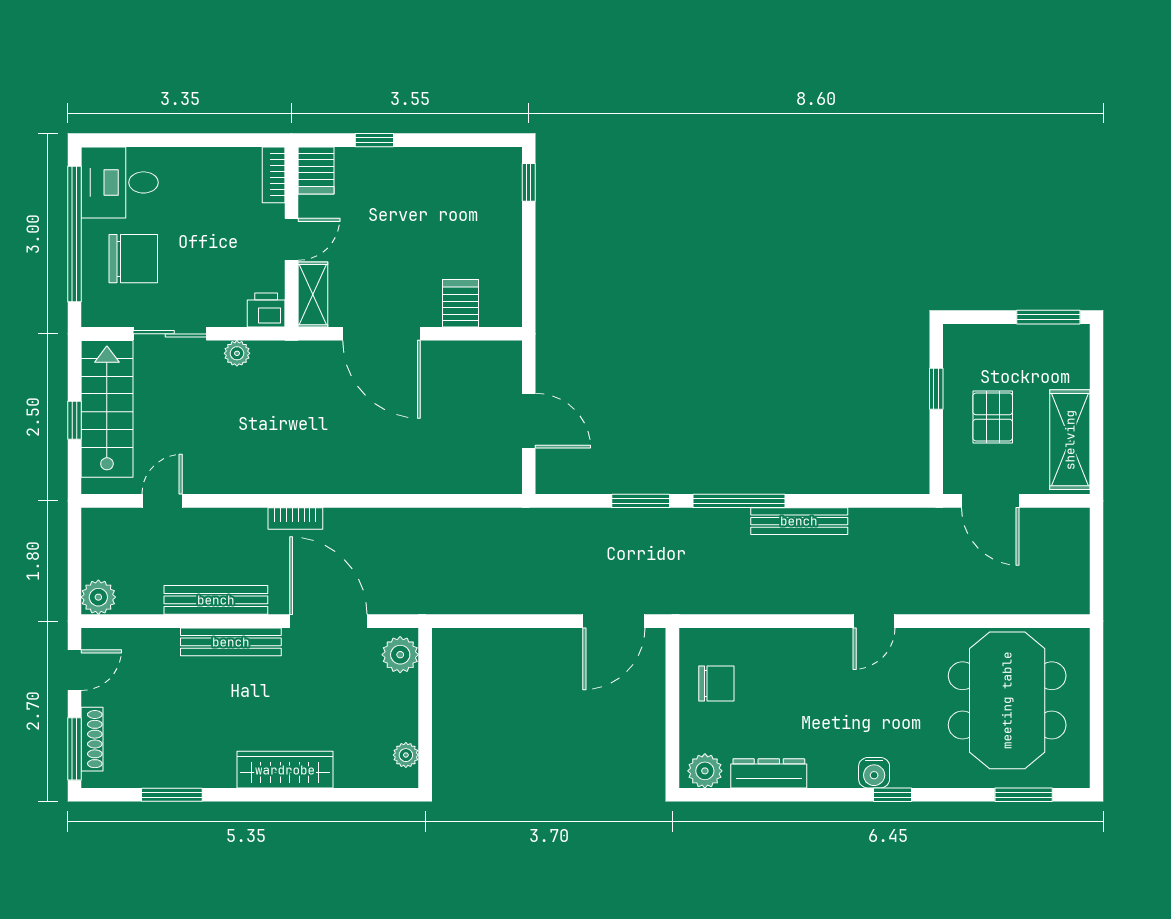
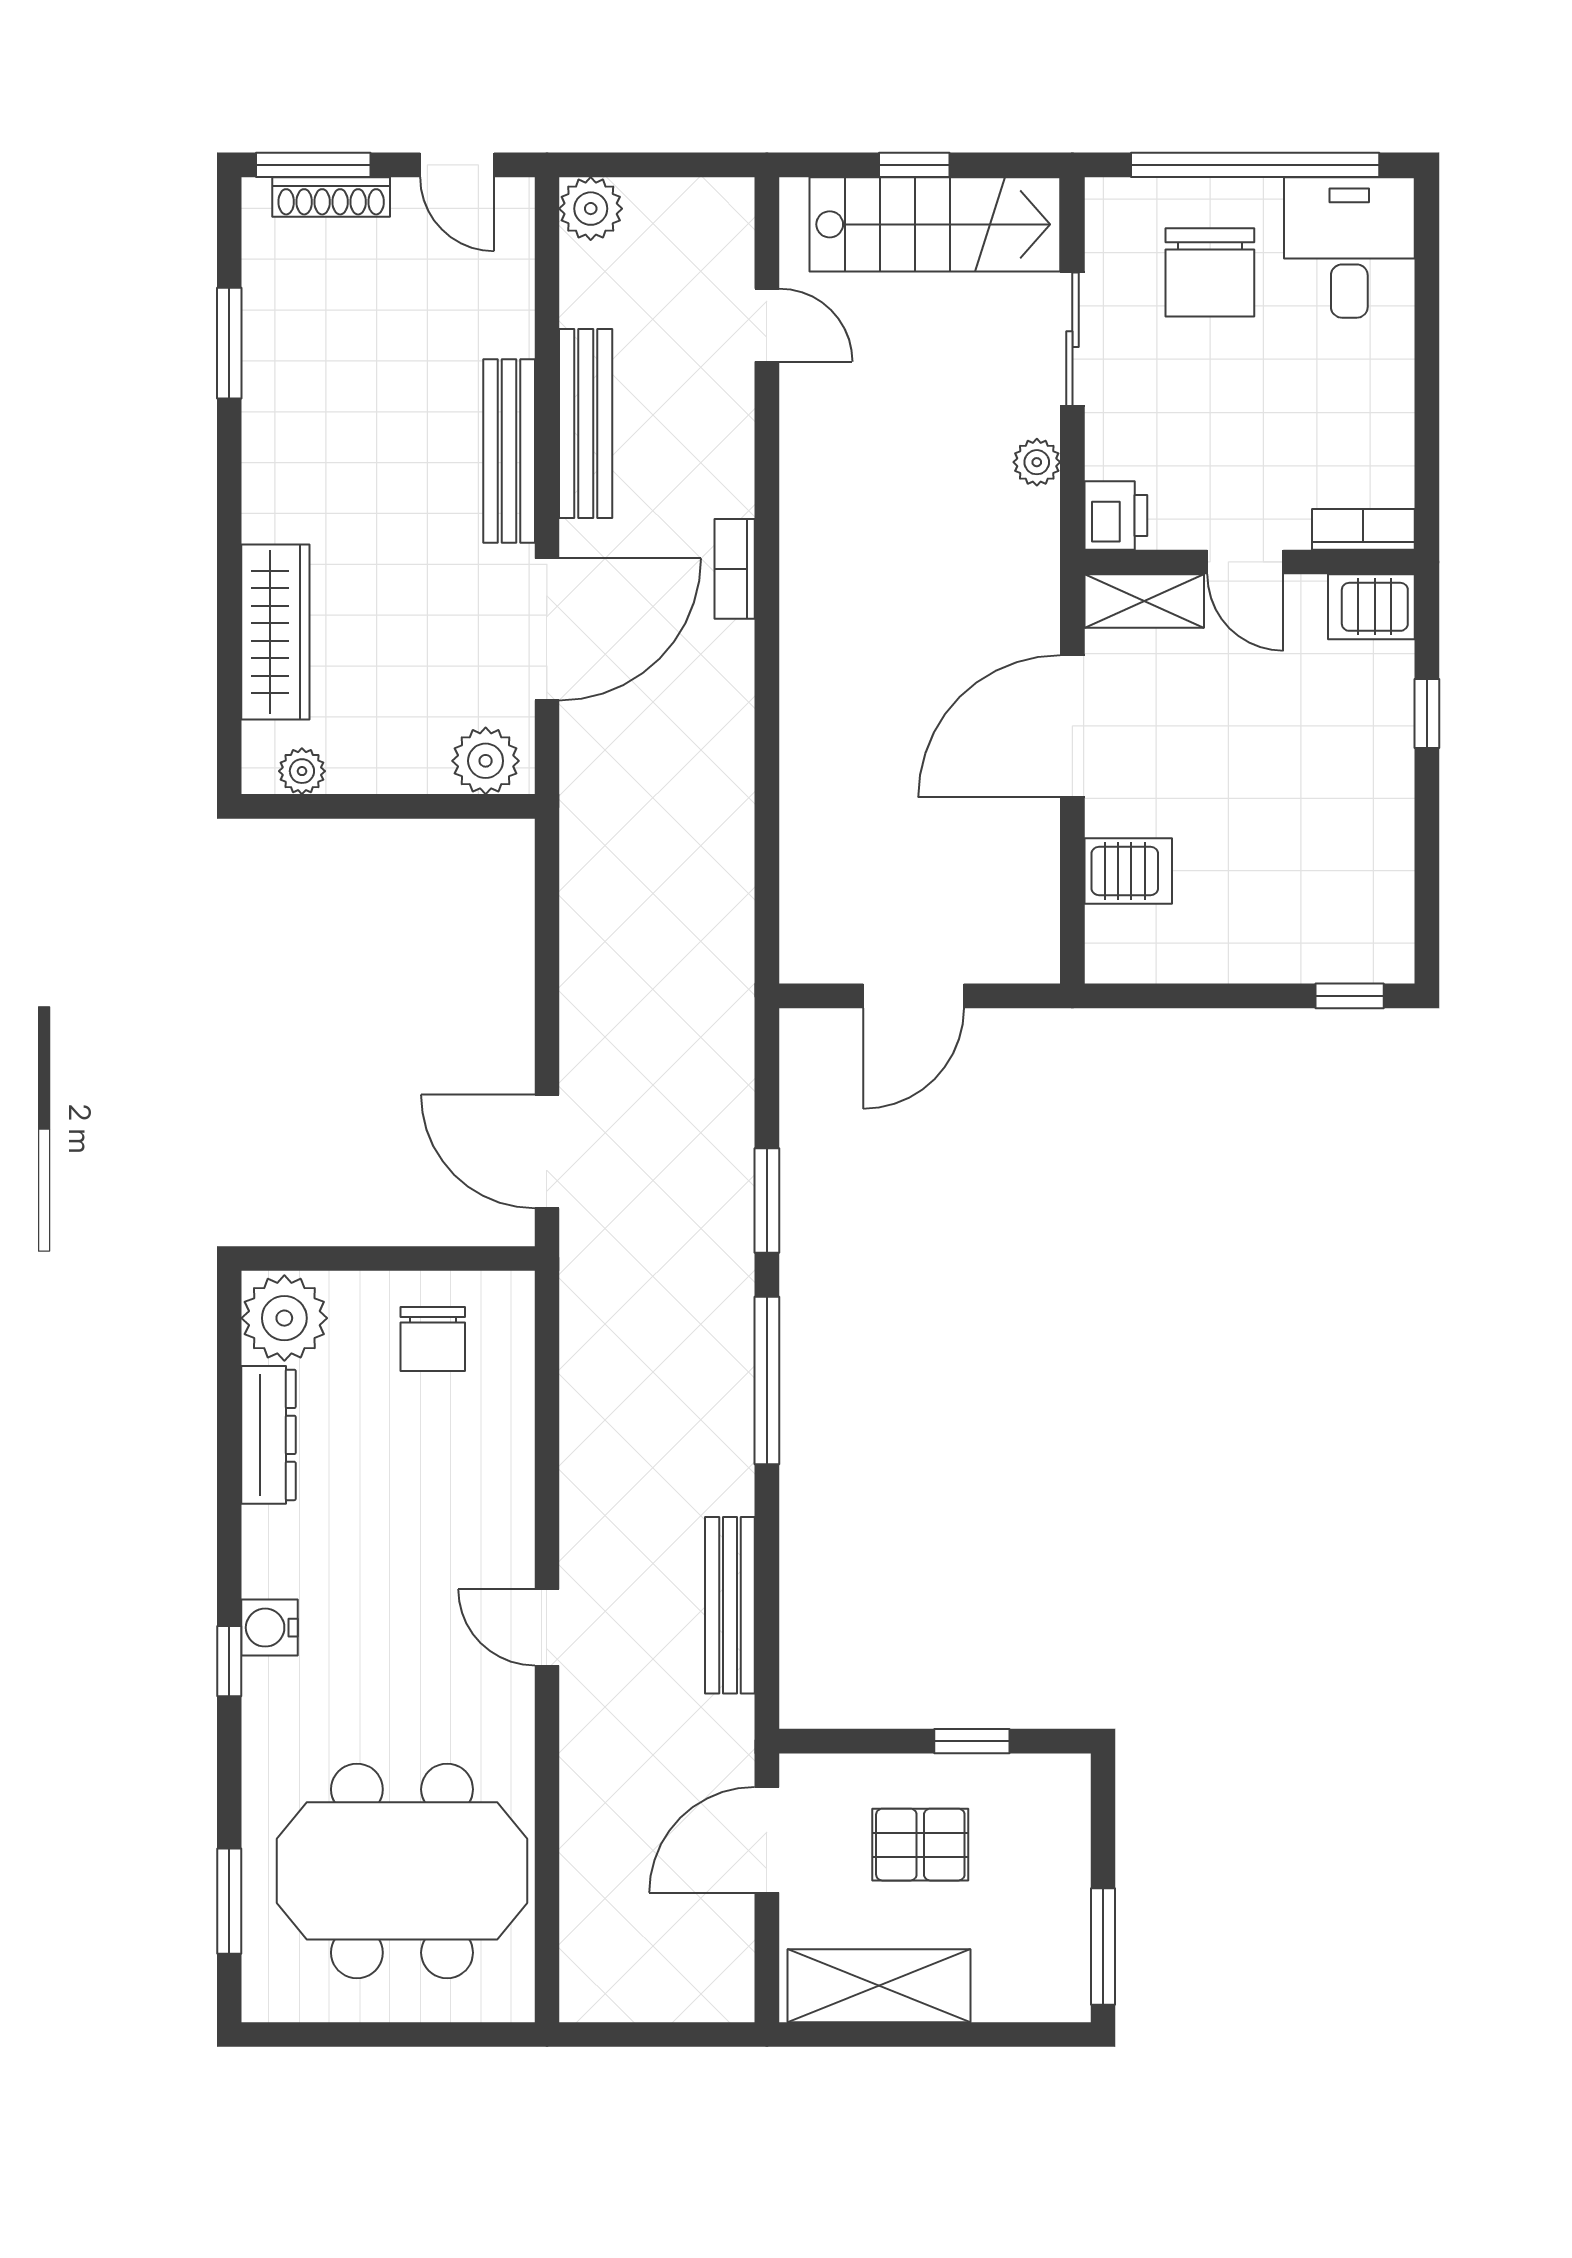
bench: (799, 521) -> (730, 1605), moved
wardrobe: (285, 770) -> (275, 632), moved
plant: (705, 771) -> (284, 1318), width x1.36, depth x1.36

